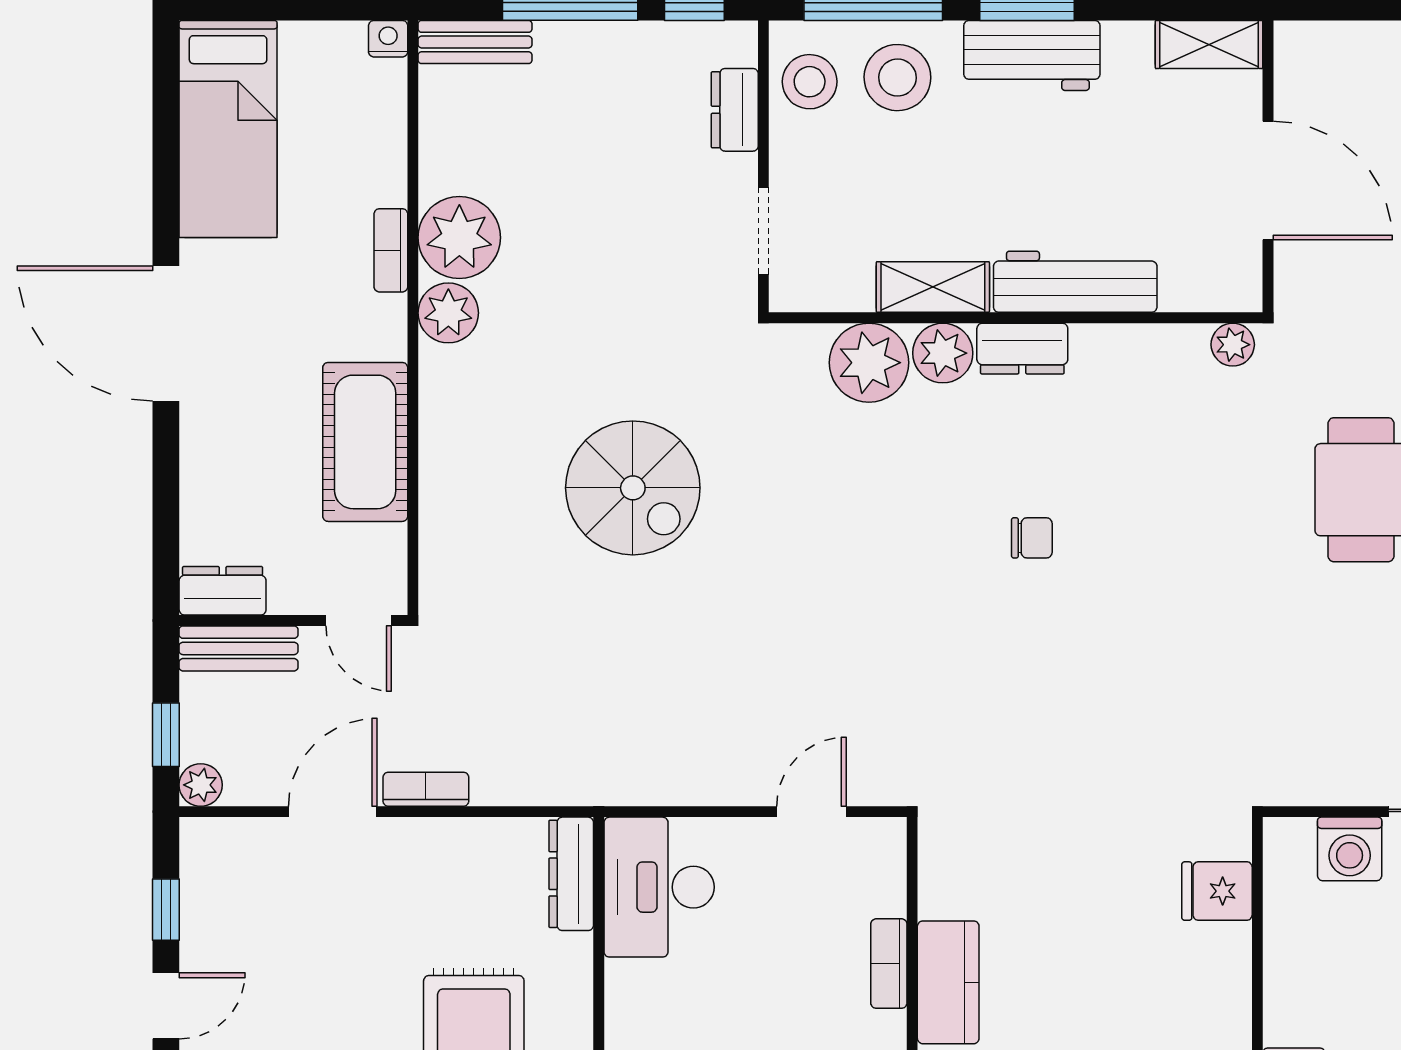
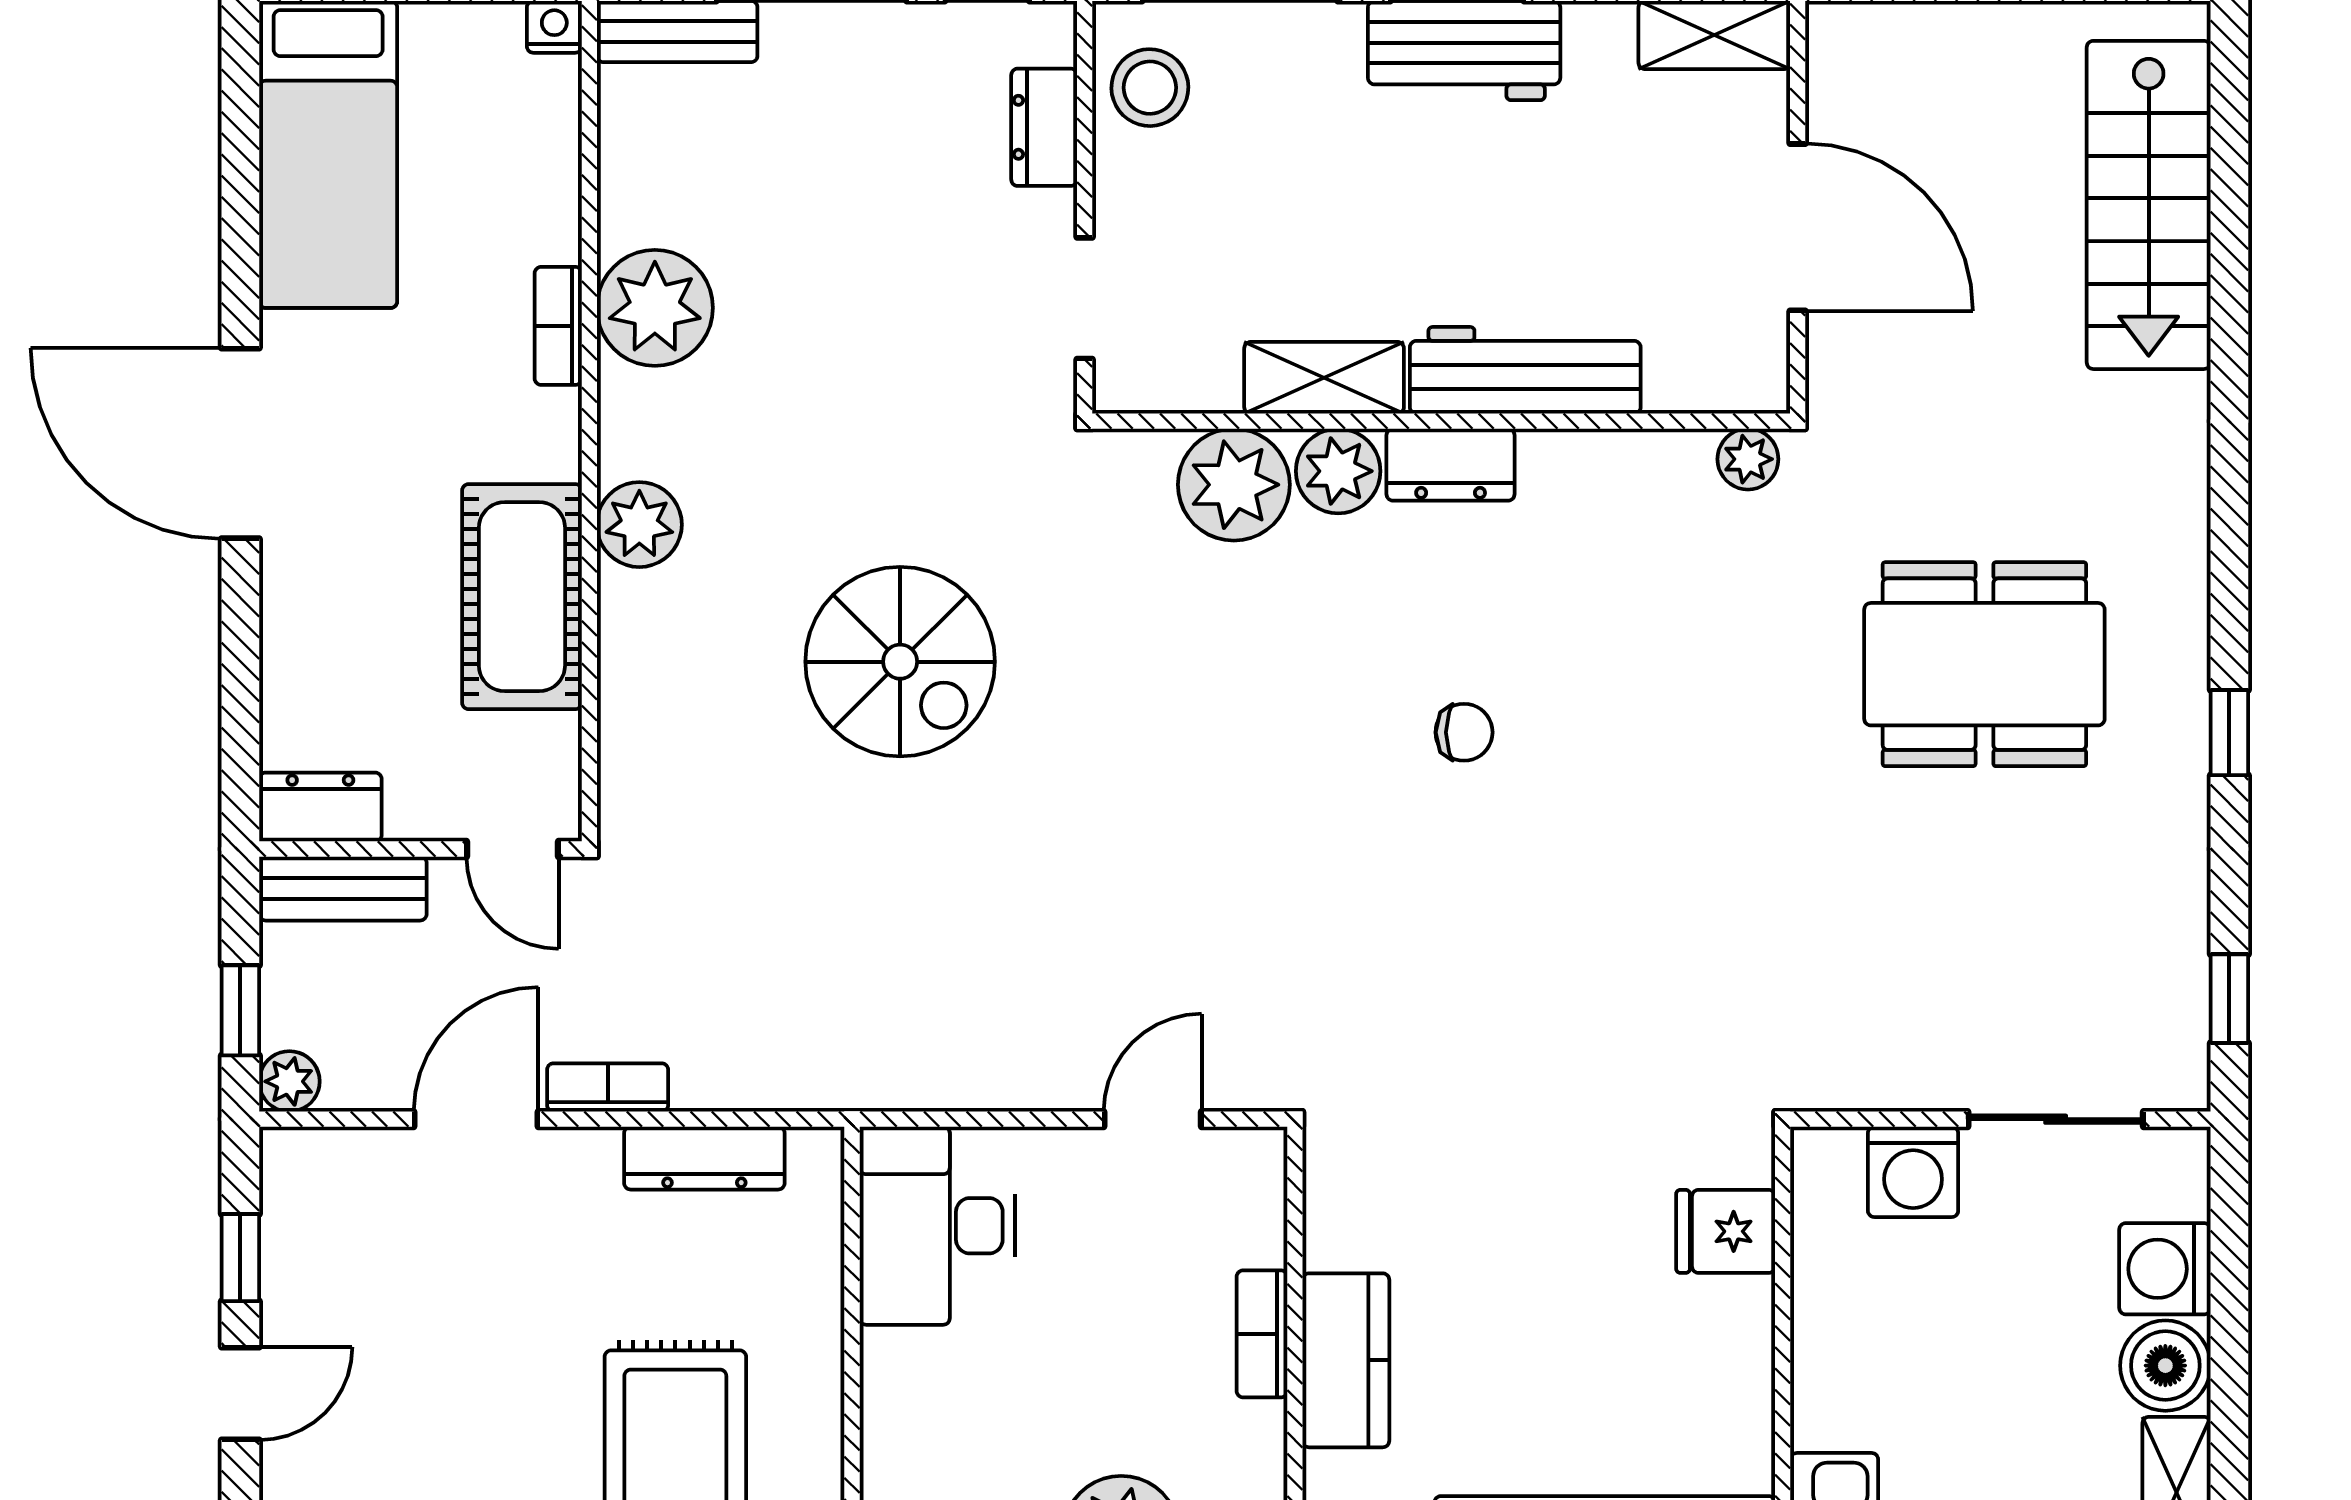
stool: (897, 78) -> (1274, 82), removed
plant: (448, 313) -> (639, 525), moved
dresser: (571, 874) -> (704, 1158), moved, turned -90

